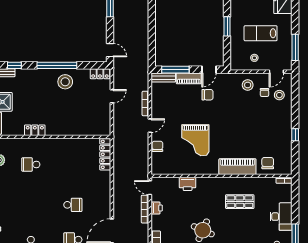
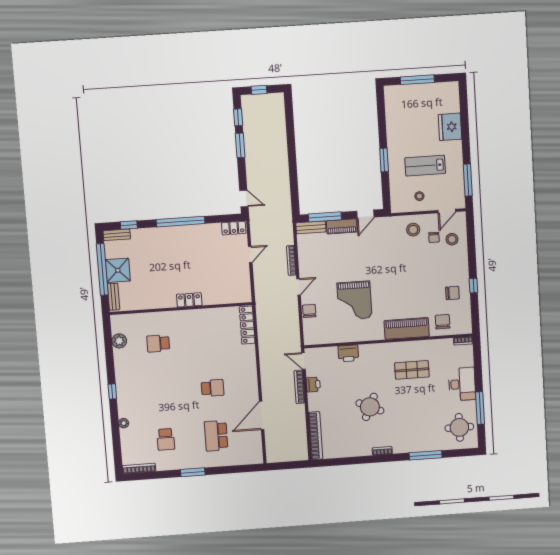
stool: (65, 82) -> (192, 241), removed
chair: (208, 95) -> (452, 293), moved
locker: (35, 130) -> (189, 300), moved

